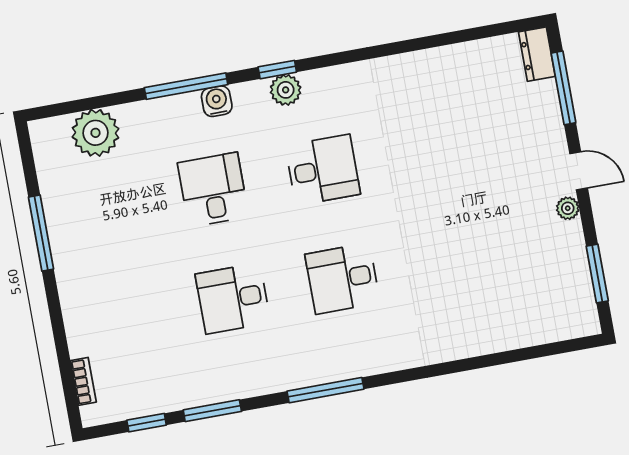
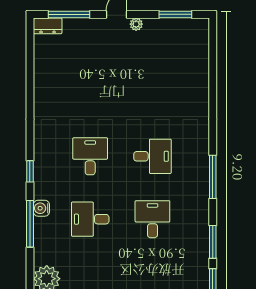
plant: (286, 90) -> (42, 169), removed
desk: (343, 279) -> (152, 156), turned -90
desk: (233, 298) -> (152, 219), turned 180

